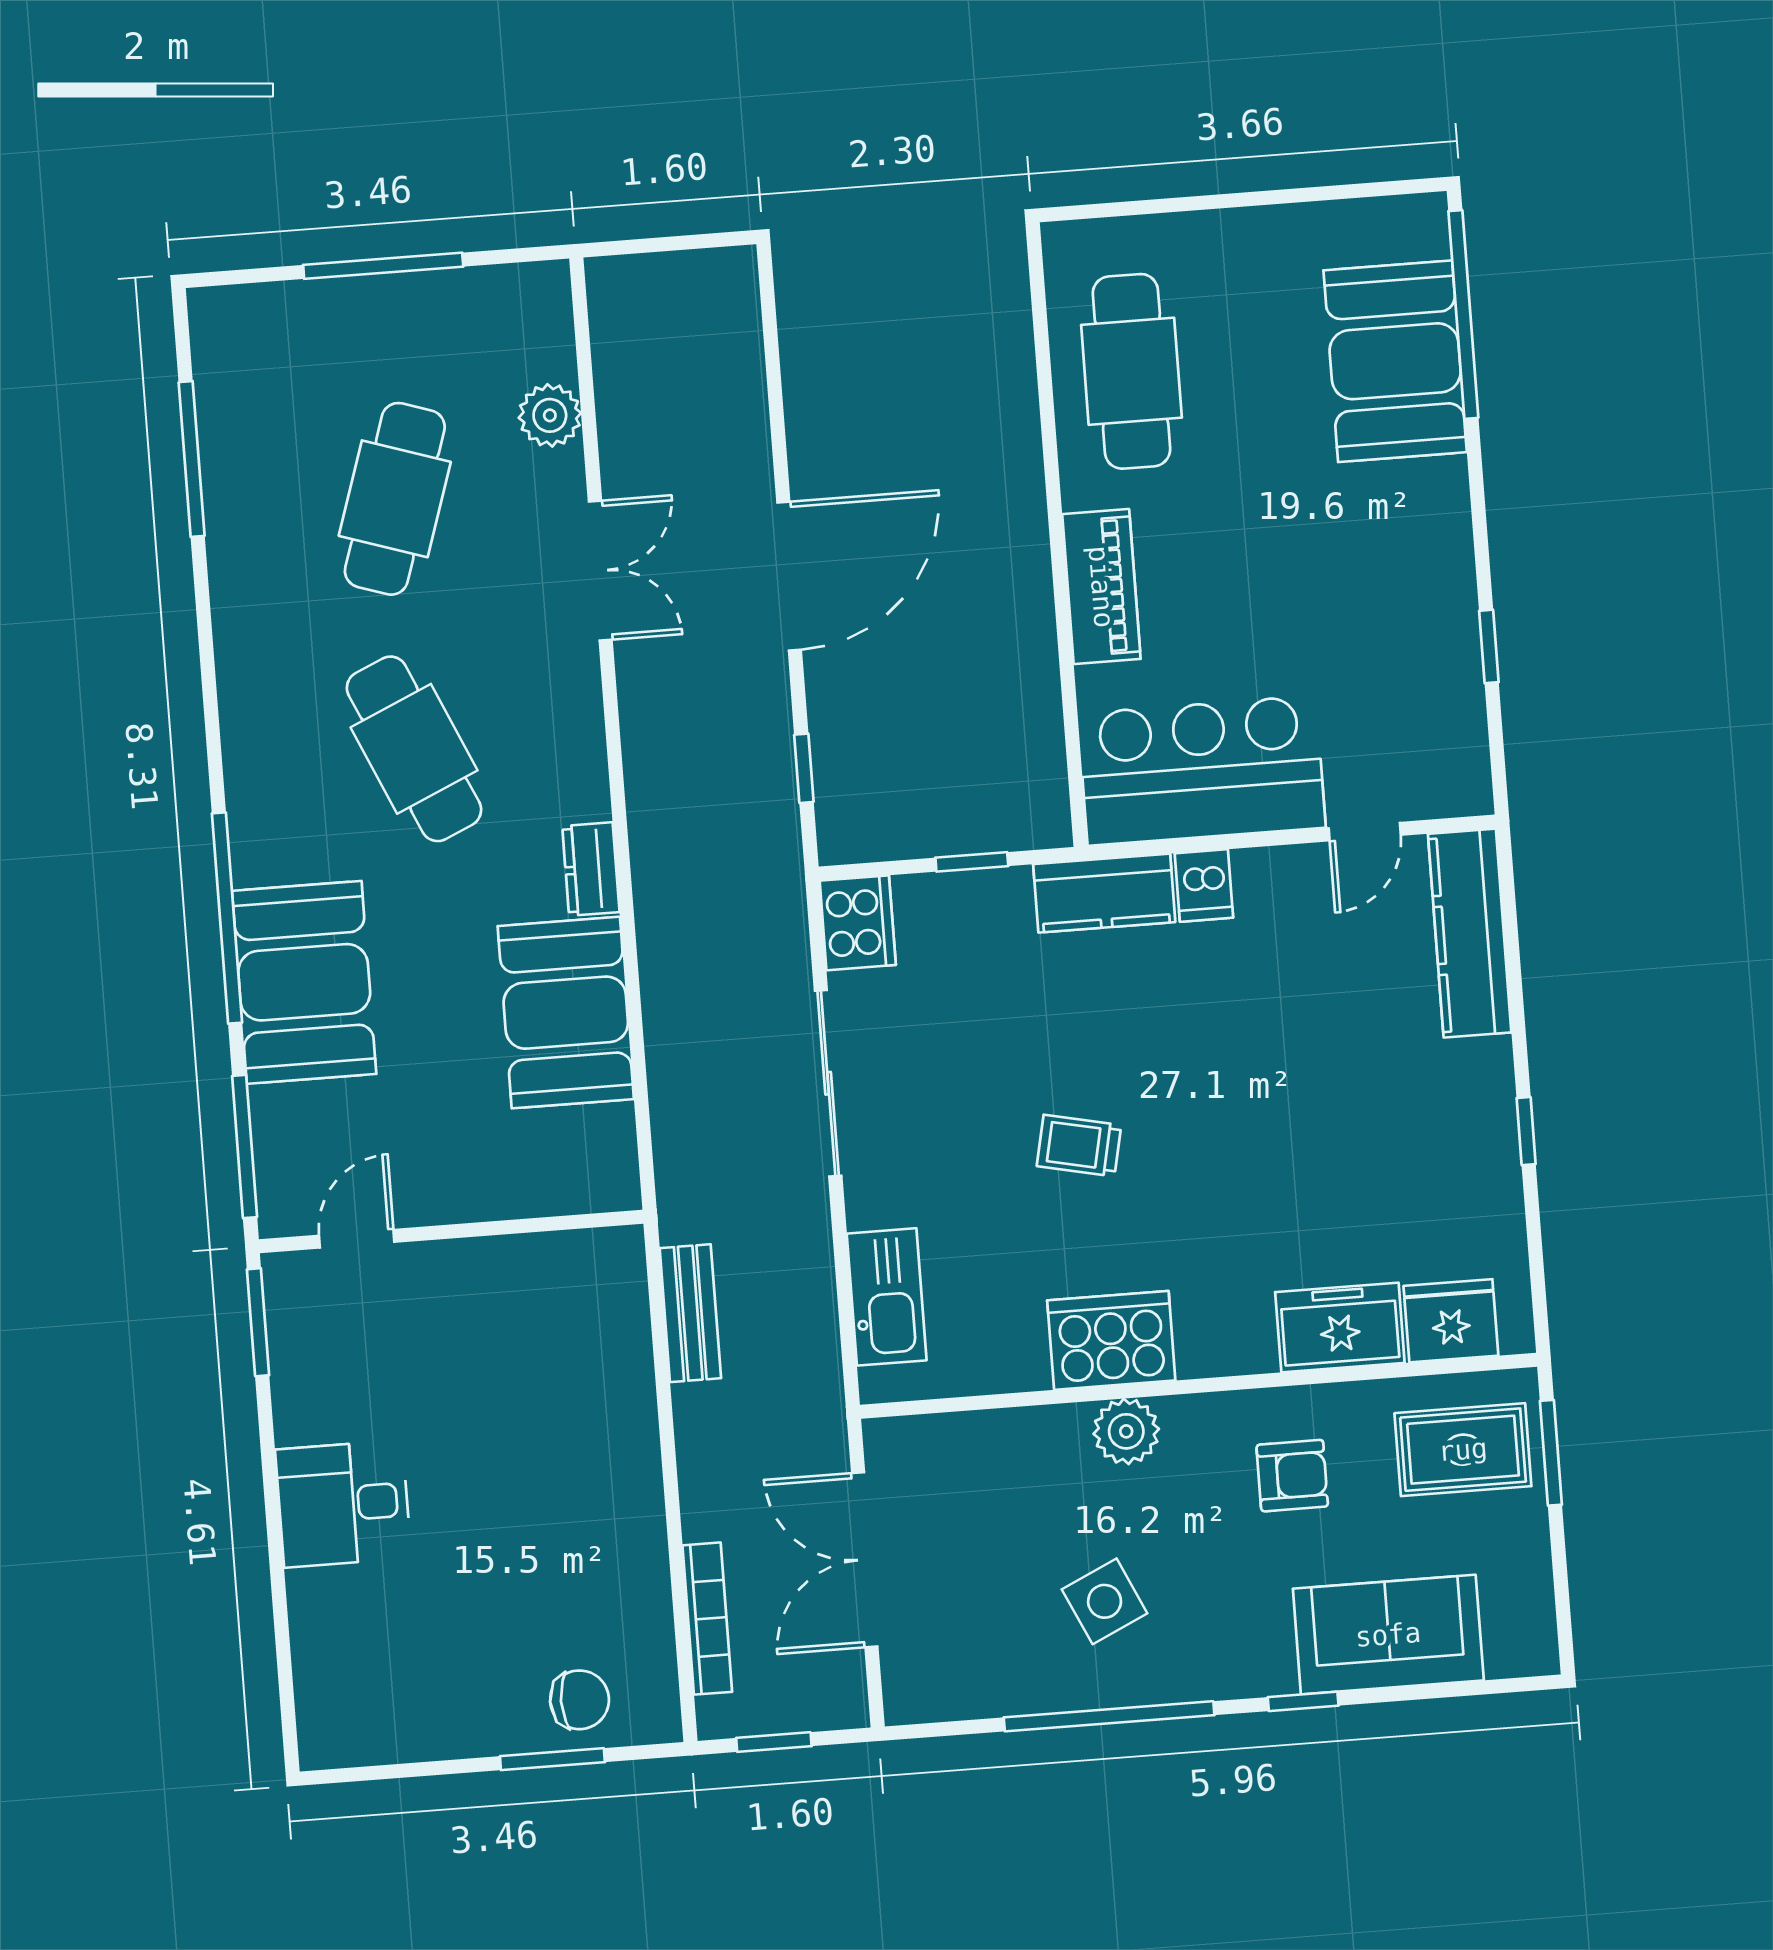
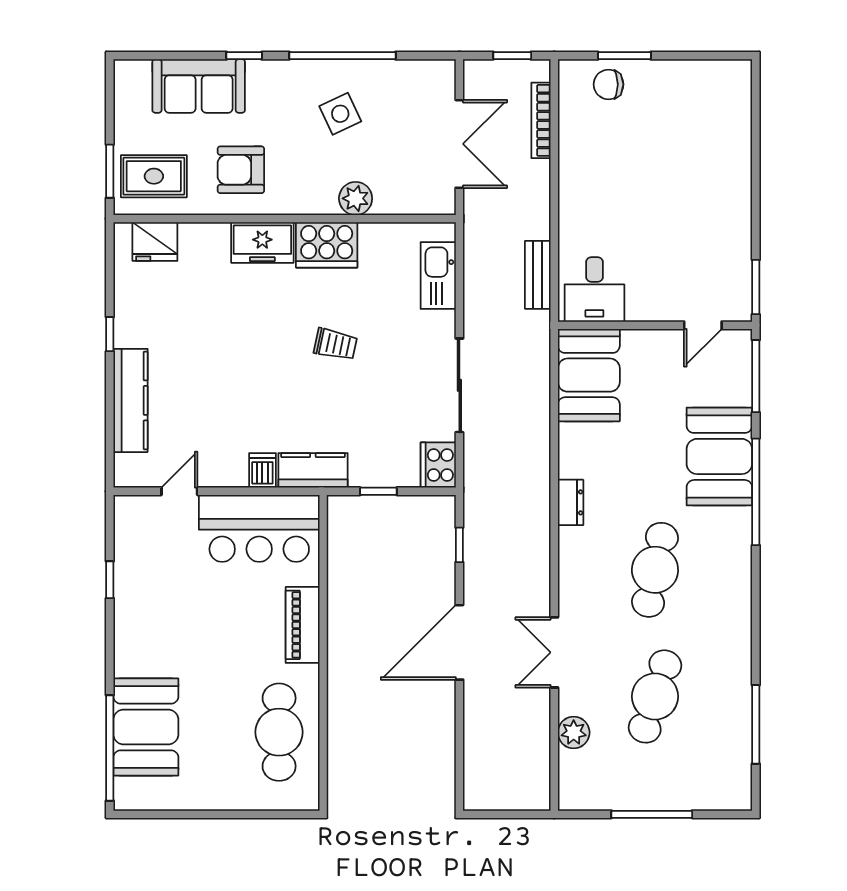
cafe table: (414, 749) -> (655, 570), turned 36
kitchen counter: (1470, 933) -> (130, 400), moved
booth: (566, 1013) -> (589, 375), moved
freezer: (1340, 1327) -> (262, 243), moved
plant: (1126, 1431) -> (356, 198), moved
armchair: (1292, 1476) -> (241, 170), width x1.38, depth x1.38
desk: (343, 1504) -> (594, 289), moved, turned 90

